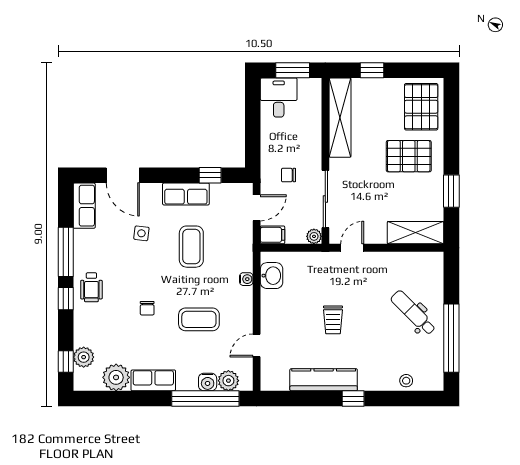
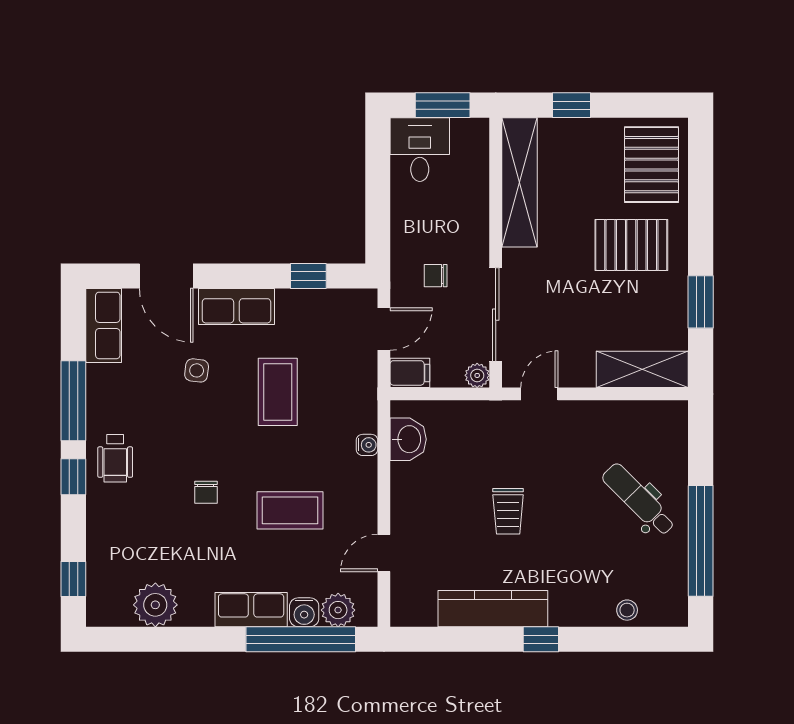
row of seats: (186, 194) -> (236, 306), moved
plant: (84, 357) -> (103, 572), removed
row of seats: (153, 380) -> (251, 610), moved

